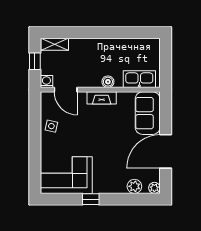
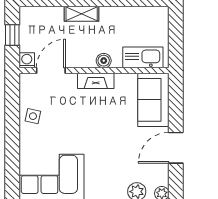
shelving: (55, 44) -> (82, 14), moved
door: (66, 90) -> (51, 71), swing flipped
door: (166, 151) -> (176, 148), width x0.73

